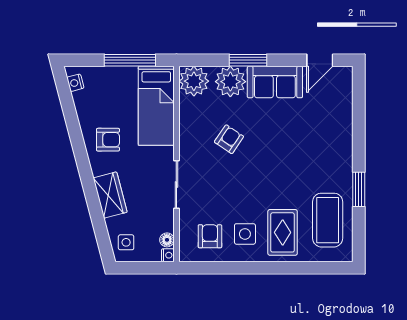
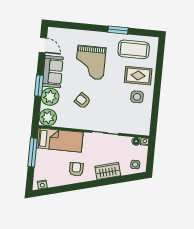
grand piano: (297, 147) -> (91, 62), added
armchair: (210, 236) -> (136, 117), removed

